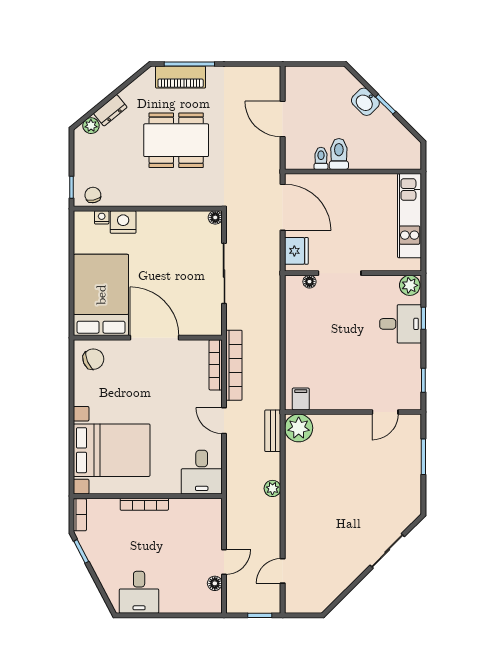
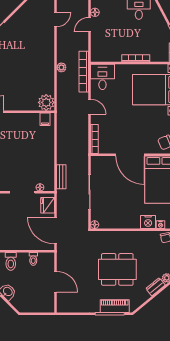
toilet: (339, 154) -> (11, 261), moved
bookcase: (234, 365) -> (84, 72), moved
bench: (273, 431) -> (61, 177), moved

